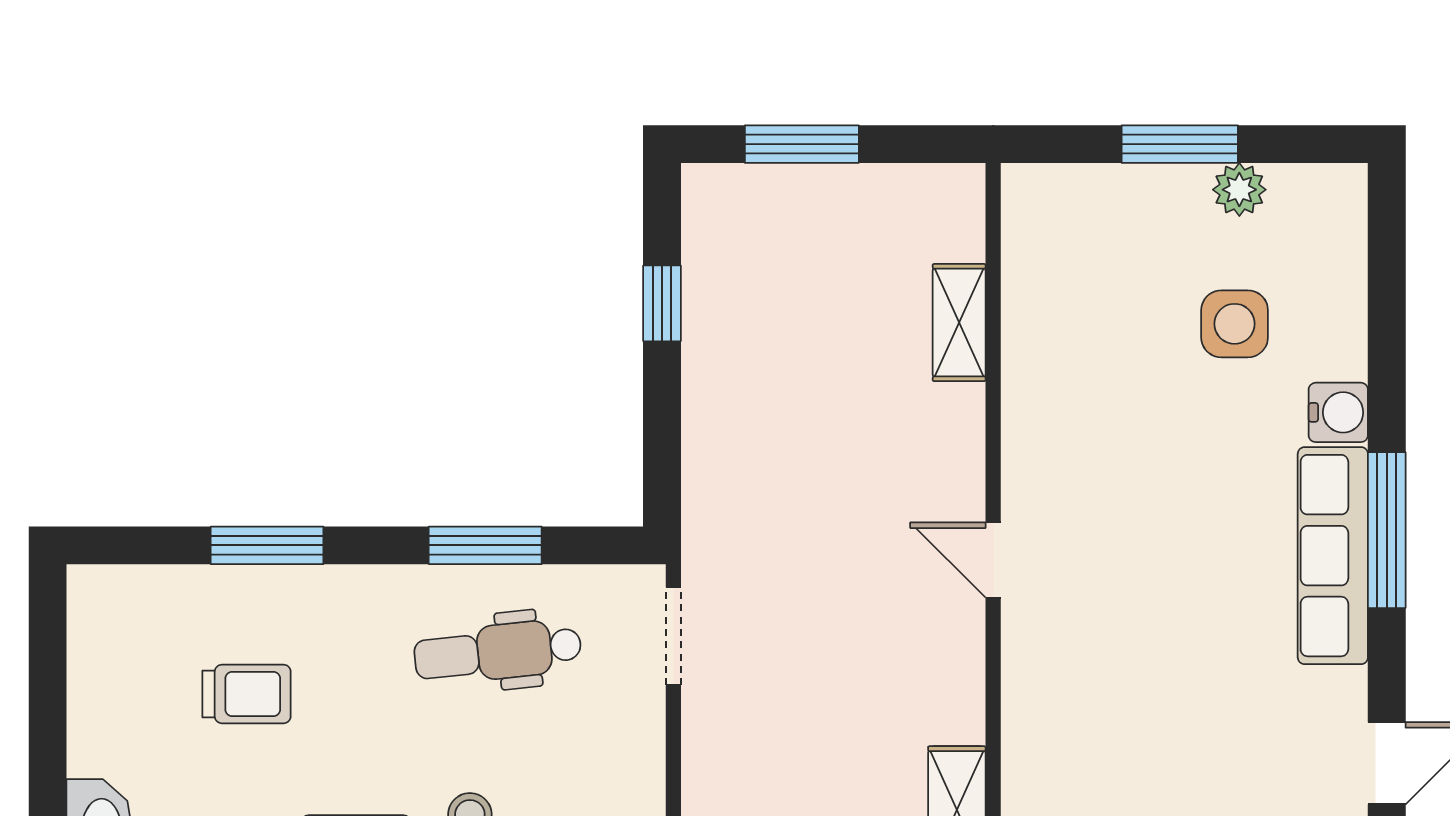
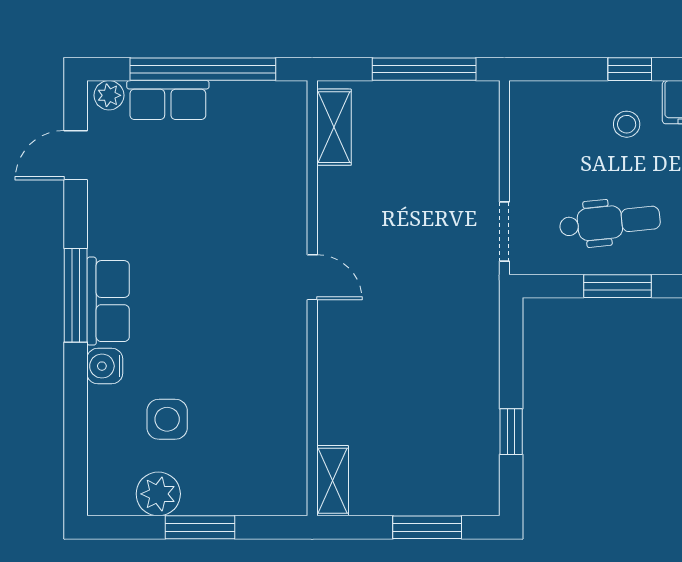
plant: (1239, 190) -> (158, 494), width x1.38, depth x1.38
shelving: (959, 323) -> (333, 481), moved
row of seats: (1333, 556) -> (108, 301), width x0.68

